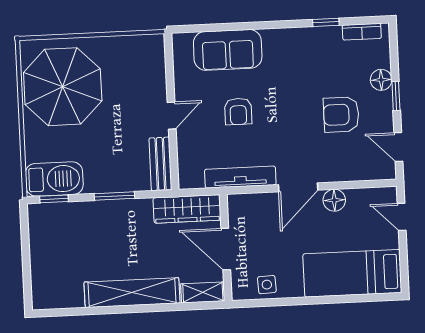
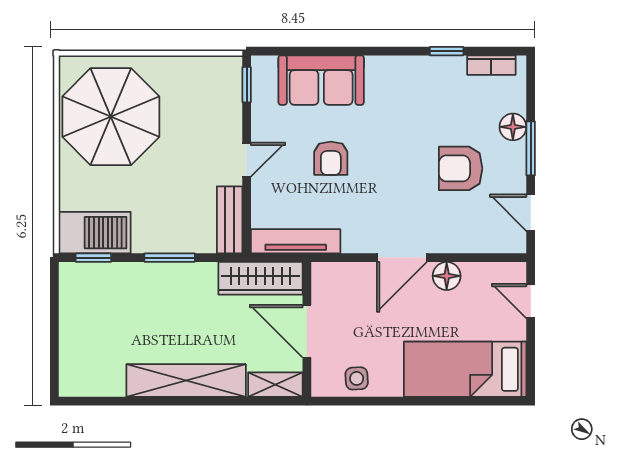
window: (169, 56) -> (247, 85), added
window: (396, 96) -> (531, 148), width x1.50
tv unit: (240, 177) -> (296, 241), moved

